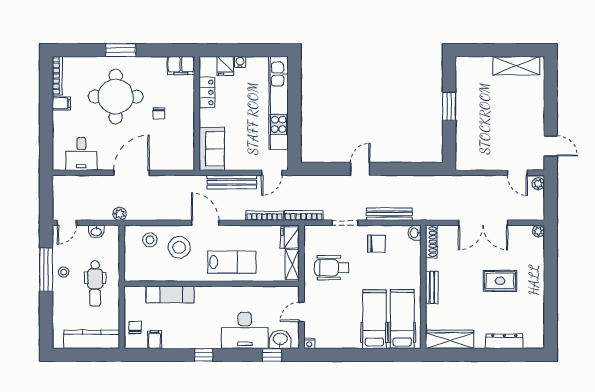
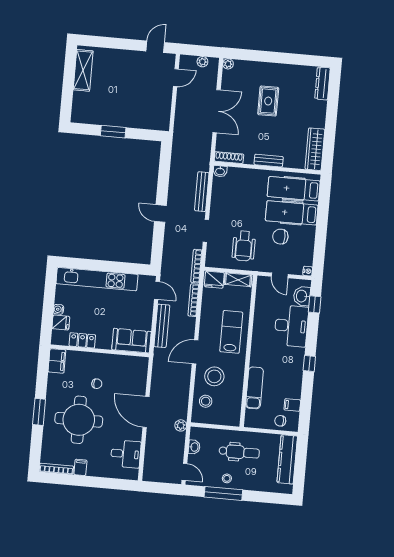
plant: (538, 184) -> (202, 62), moved
chair: (377, 244) -> (280, 237), moved, turned -90
dresser: (504, 341) -> (322, 83), moved

